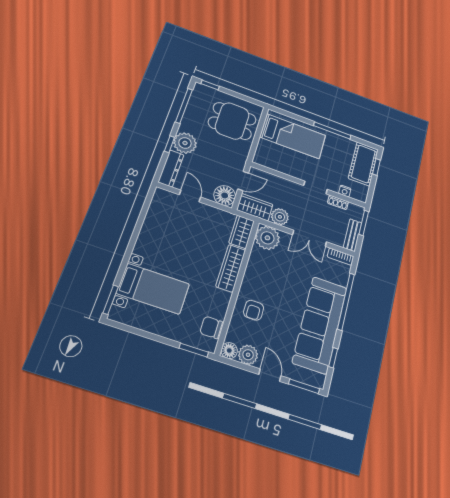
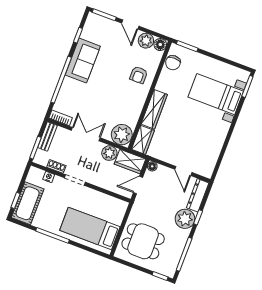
floor lamp: (225, 195) -> (152, 166), width x0.53, depth x0.53
armchair: (254, 310) -> (139, 75), turned 180
sofa: (320, 325) -> (83, 61), width x0.54, depth x0.79
chair: (211, 327) -> (173, 63), turned 90

